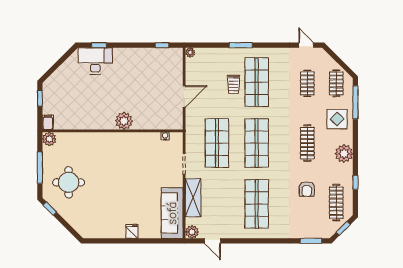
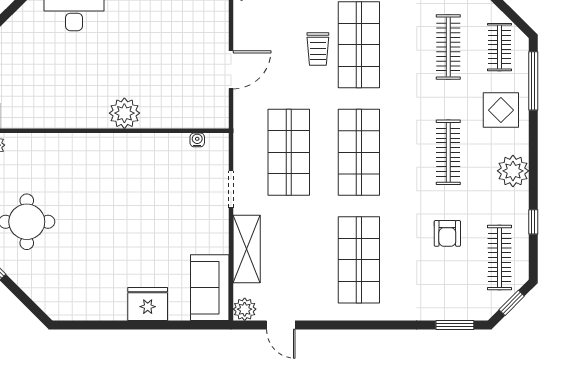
clothes rail: (307, 83) -> (448, 47), width x1.36
sofa: (172, 213) -> (210, 288), width x0.73
fridge: (132, 231) -> (148, 304), width x1.88, depth x1.34

